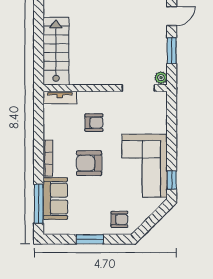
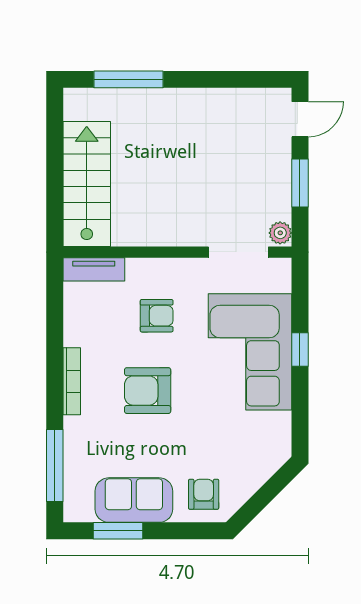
corner sofa: (145, 166) -> (250, 352), moved
window: (172, 180) -> (300, 349), moved
sofa: (55, 199) -> (134, 500), moved, turned -90
armchair: (119, 219) -> (204, 494), turned -90
window: (90, 239) -> (118, 531), moved

